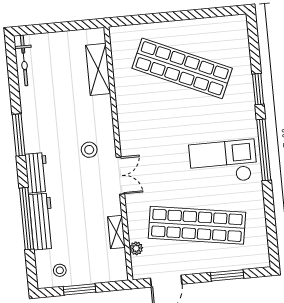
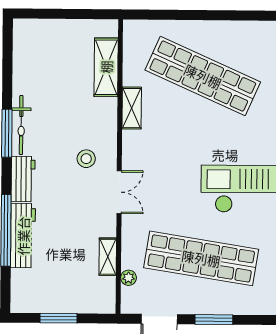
bicycle: (24, 60) -> (21, 125), moved
shelving: (124, 102) -> (132, 108), added
stool: (60, 270) -> (38, 294), removed
window: (227, 275) -> (214, 320), moved

